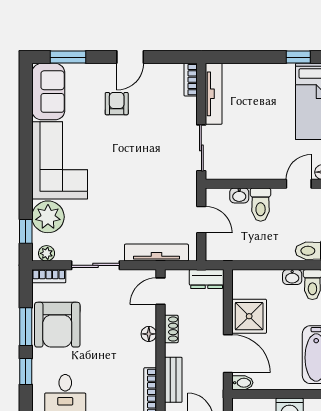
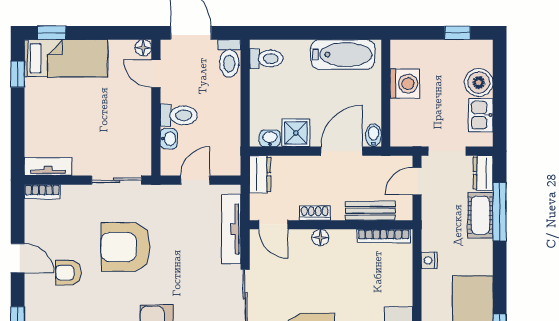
tv unit: (214, 94) -> (48, 167), width x0.71
armchair: (140, 156) -> (126, 247), added
washbasin: (292, 277) -> (270, 138), moved, turned -90
shower: (249, 316) -> (296, 133), width x0.73, depth x0.73

